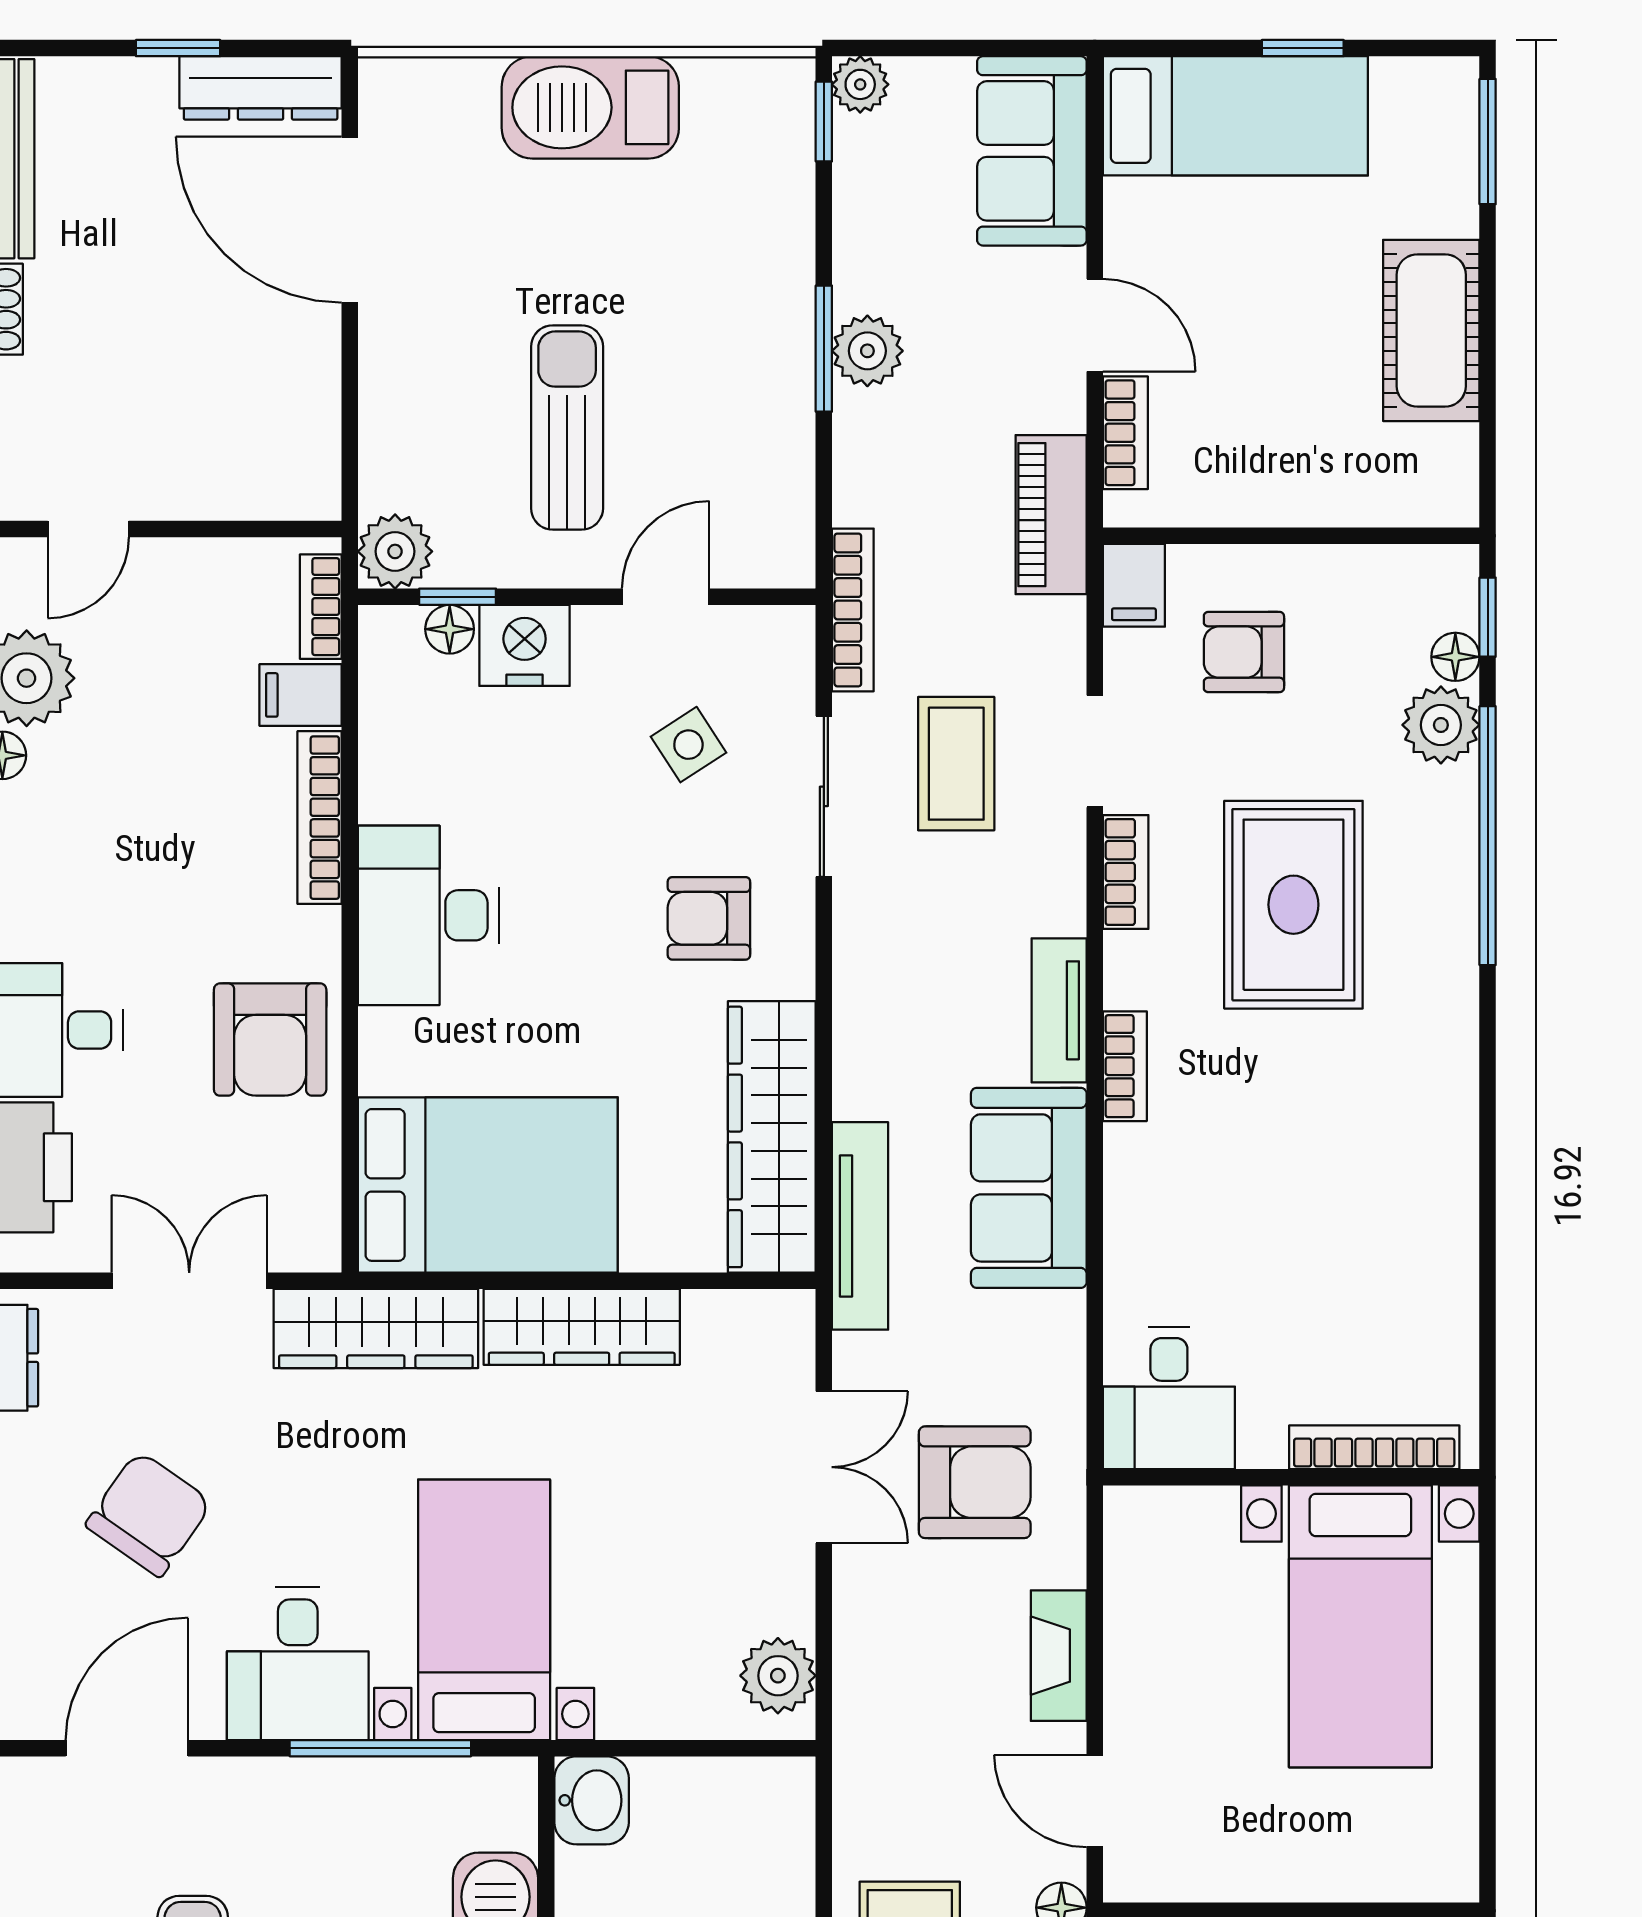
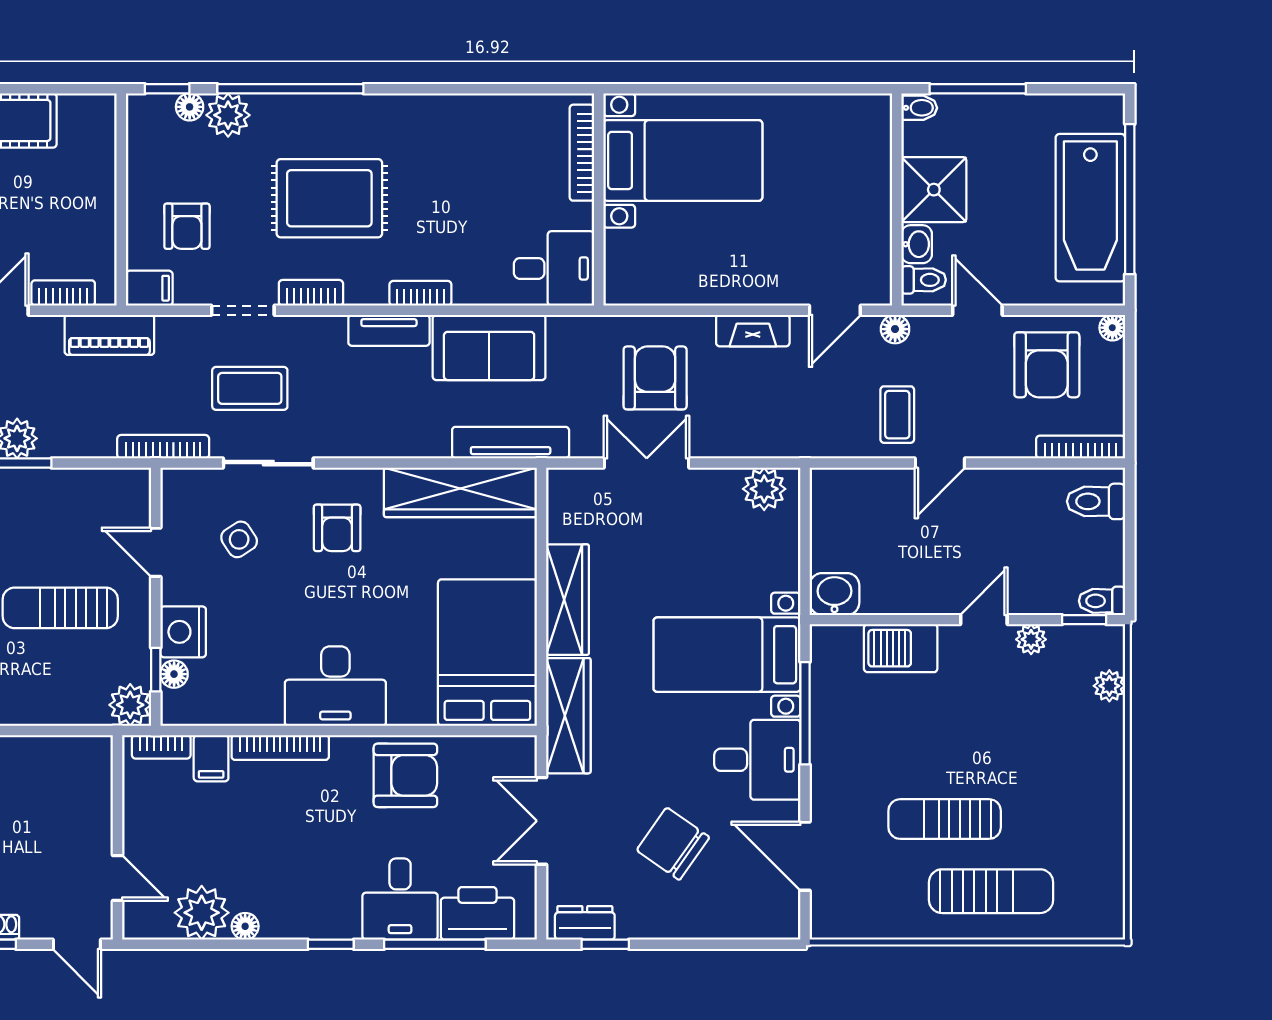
desk: (1169, 1398) -> (554, 268), moved
bookcase: (1374, 1447) -> (582, 153), moved
wall: (1291, 1477) -> (599, 199), moved
bed with nightstands: (1360, 1626) -> (683, 160), moved

